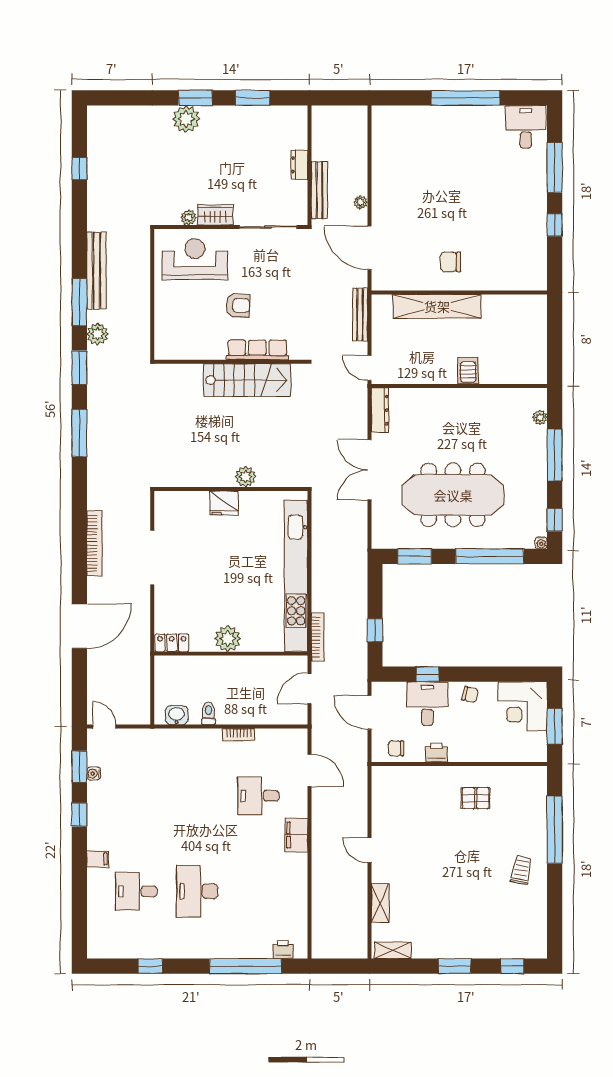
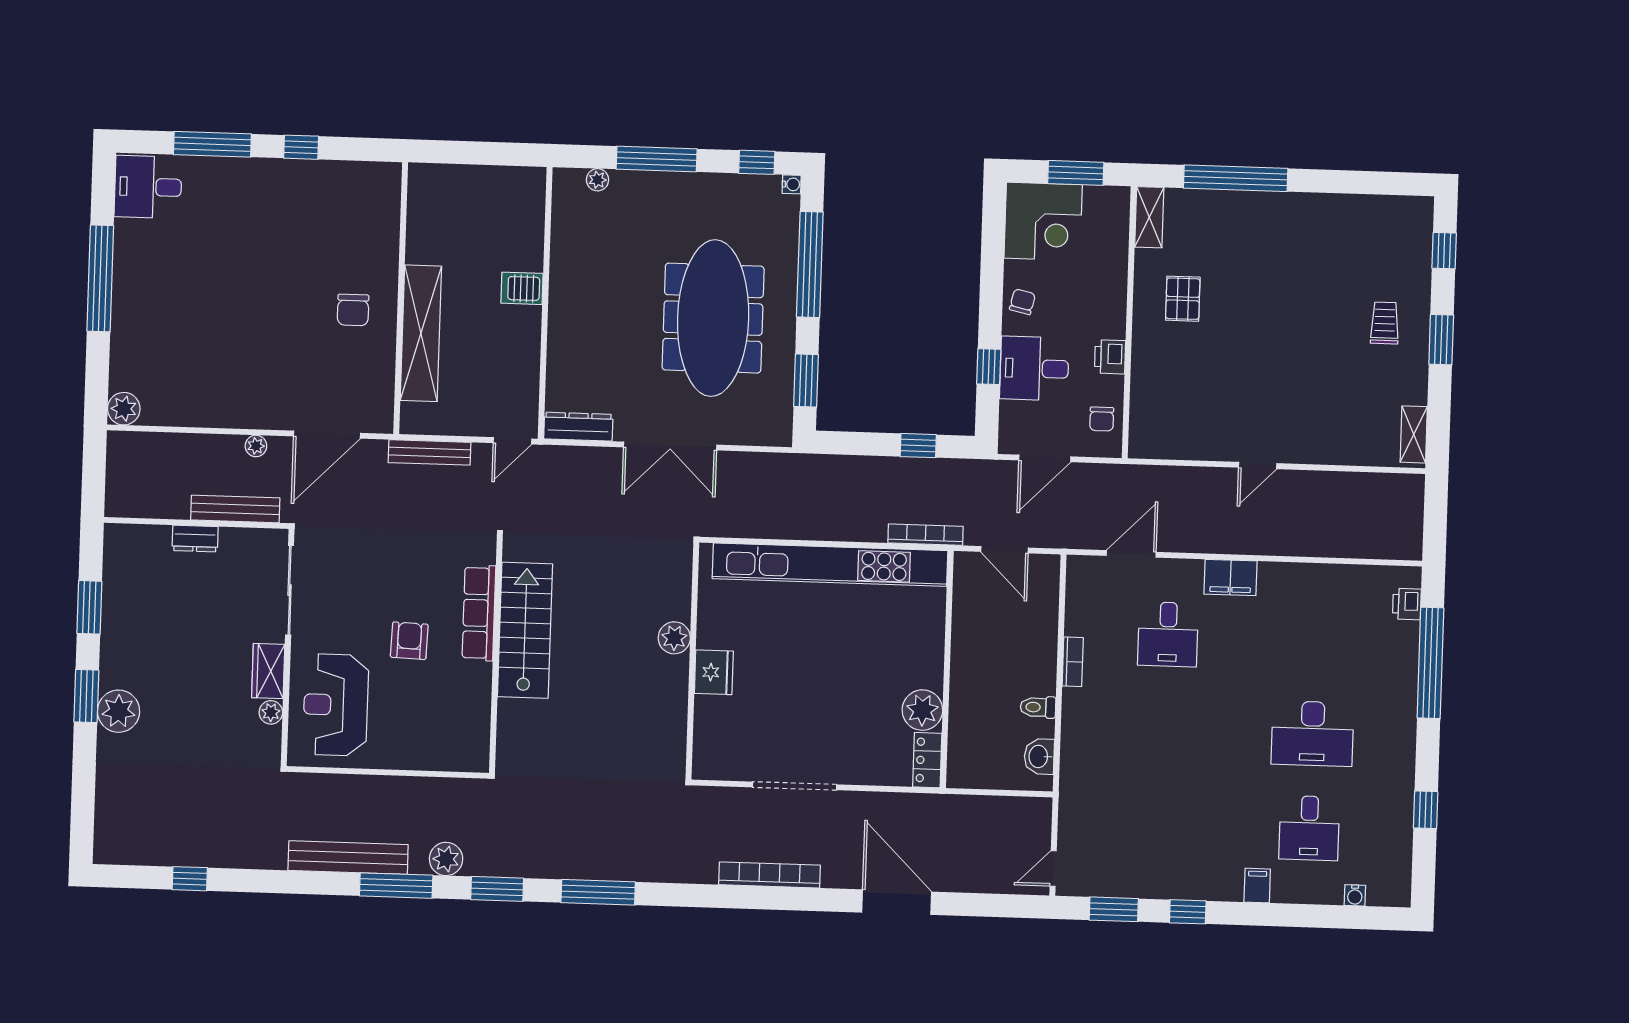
plant: (382, 116) -> (124, 409), added
plant: (228, 639) -> (922, 710), moved
water cooler: (94, 774) -> (1355, 895), moved
trolley: (521, 870) -> (1385, 323), moved, turned 79
shelving: (380, 903) -> (1149, 217), moved, turned 90

